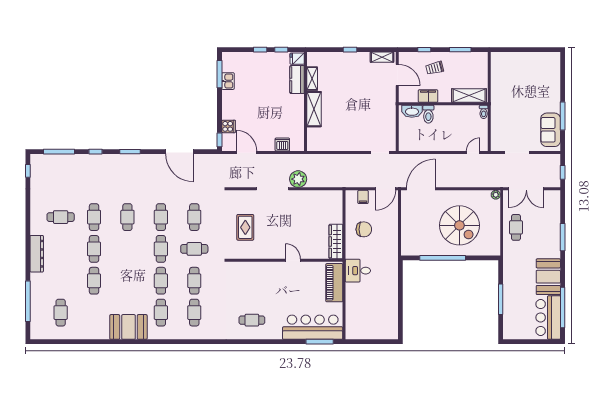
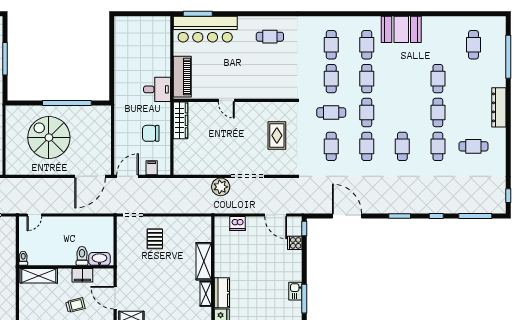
pallet: (360, 130) -> (155, 239), added
plant: (496, 195) -> (10, 170), removed

